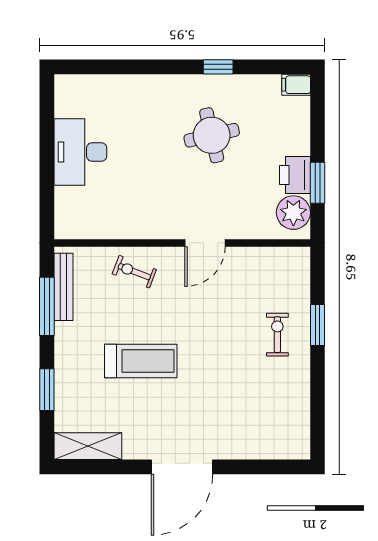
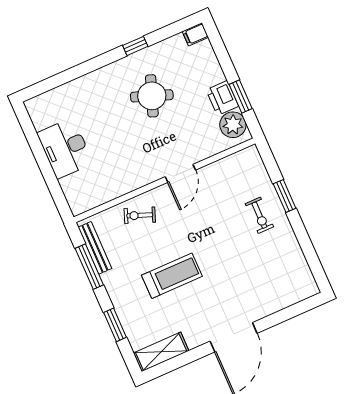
round table: (212, 135) -> (152, 96), turned 33
exercise bike: (277, 335) -> (259, 215), turned 180

